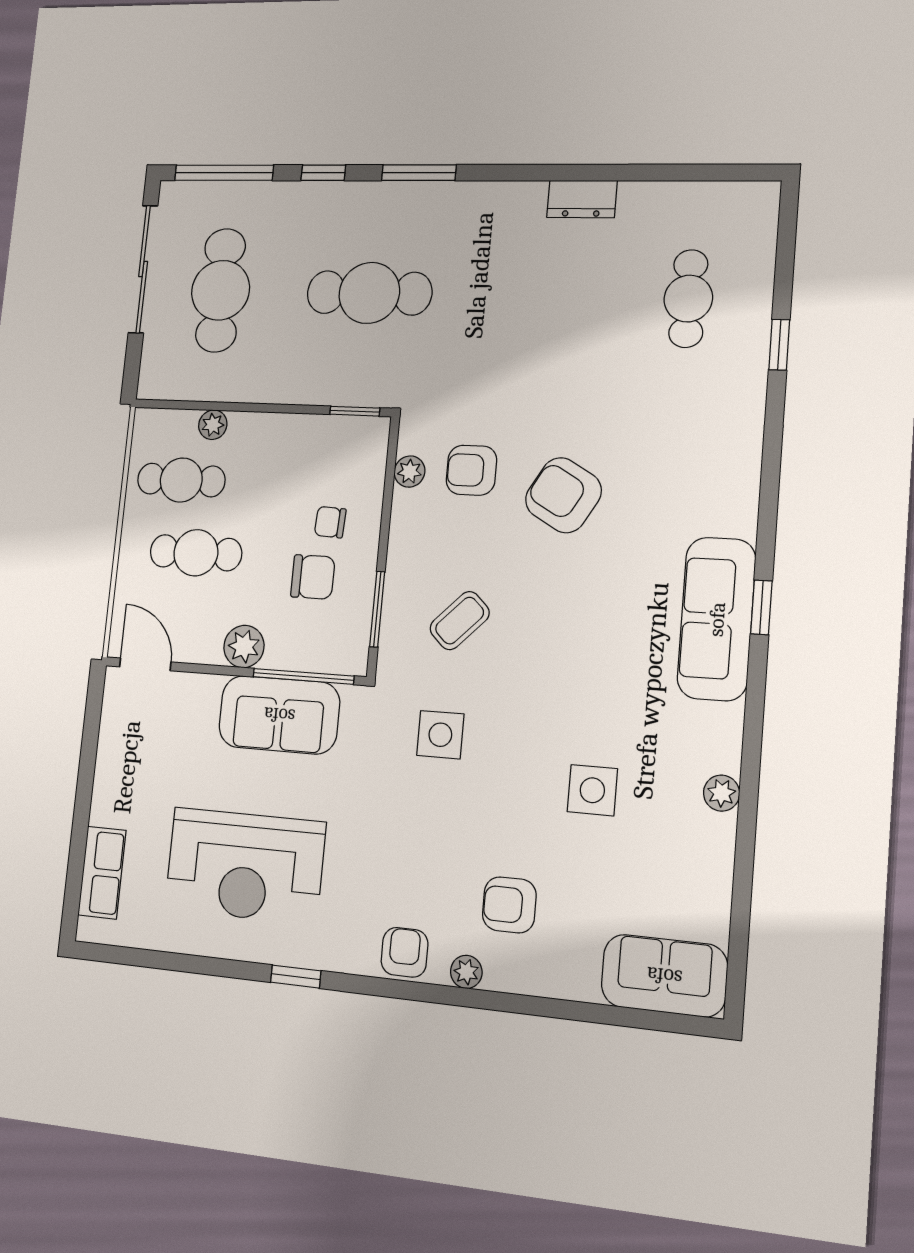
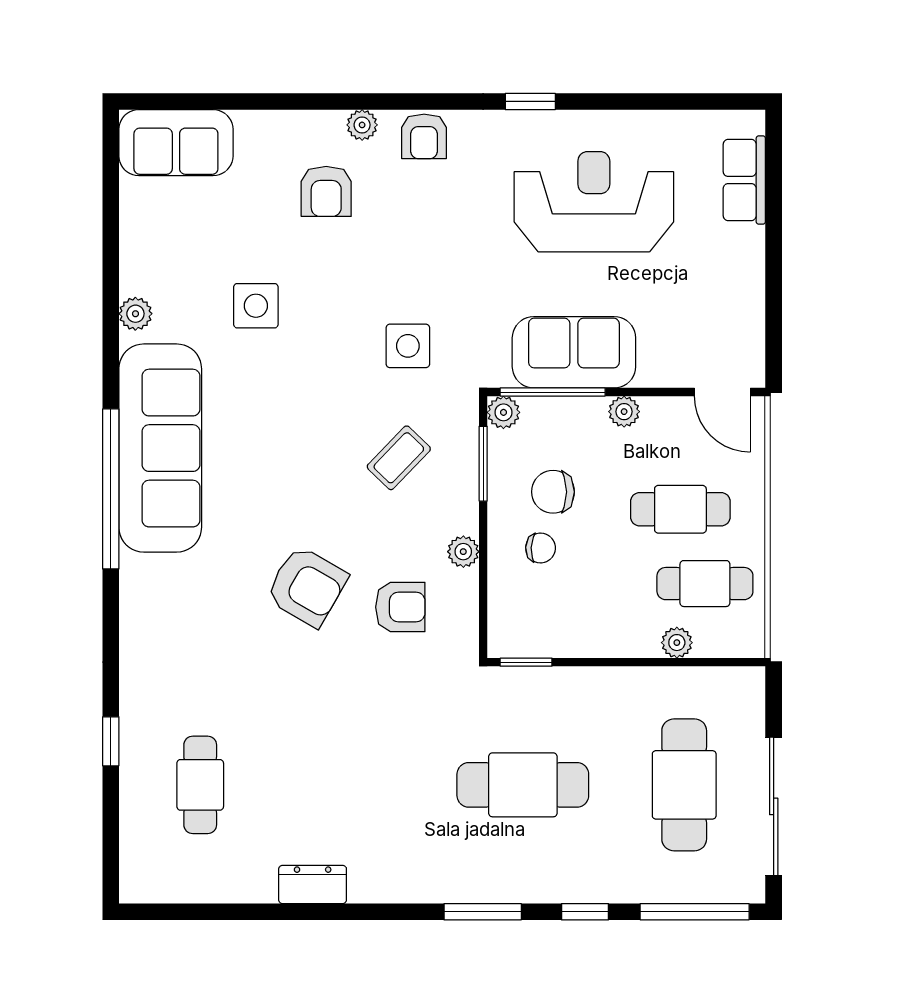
plant: (409, 472) -> (463, 552), moved
window: (761, 607) -> (111, 489), width x3.17
sofa: (717, 619) -> (160, 448), width x1.36, depth x1.27
plant: (244, 646) -> (624, 412), width x0.73, depth x0.73
plant: (353, 659) -> (503, 412), added
armchair: (509, 905) -> (326, 191), turned 90

